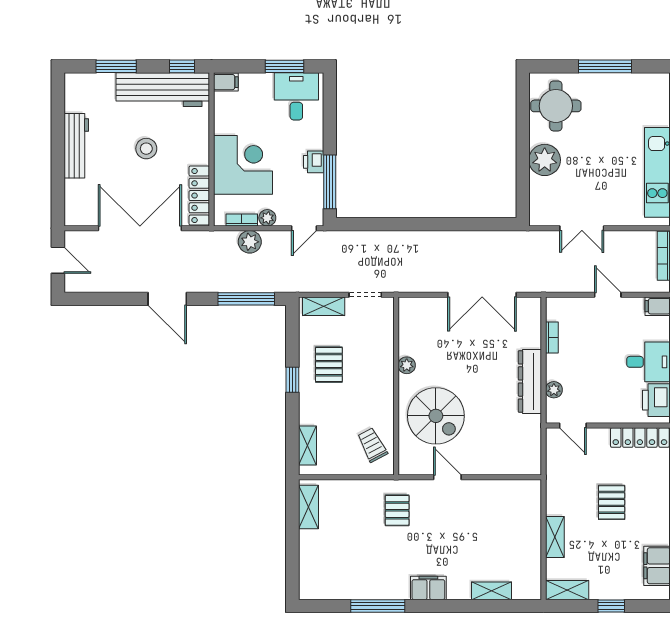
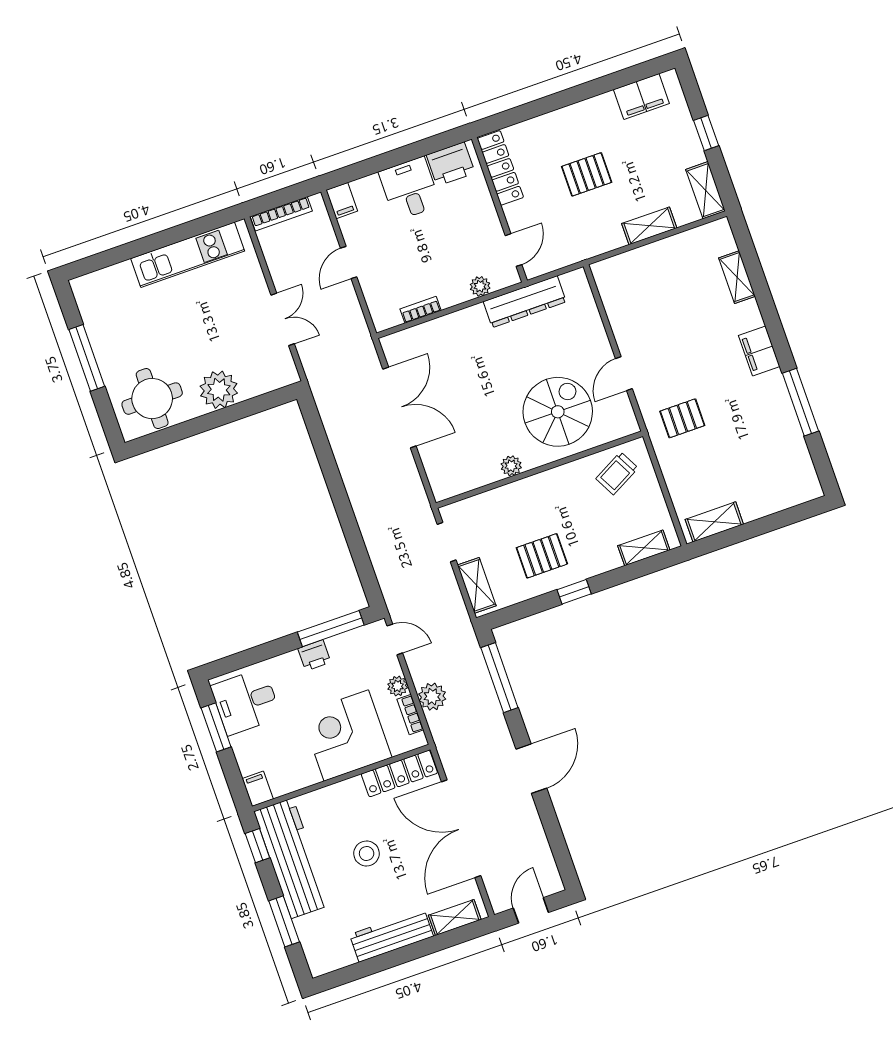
shelving: (73, 199) -> (455, 917), added
dresser: (530, 381) -> (525, 302), moved

